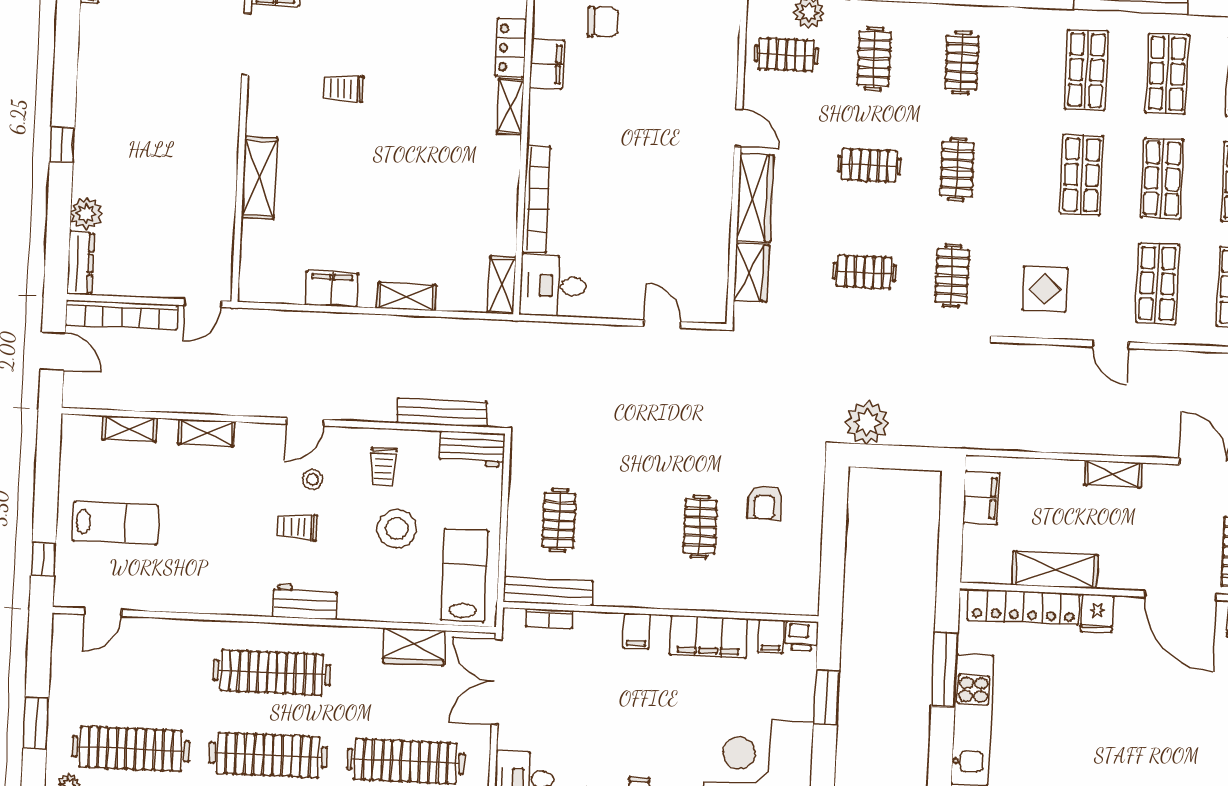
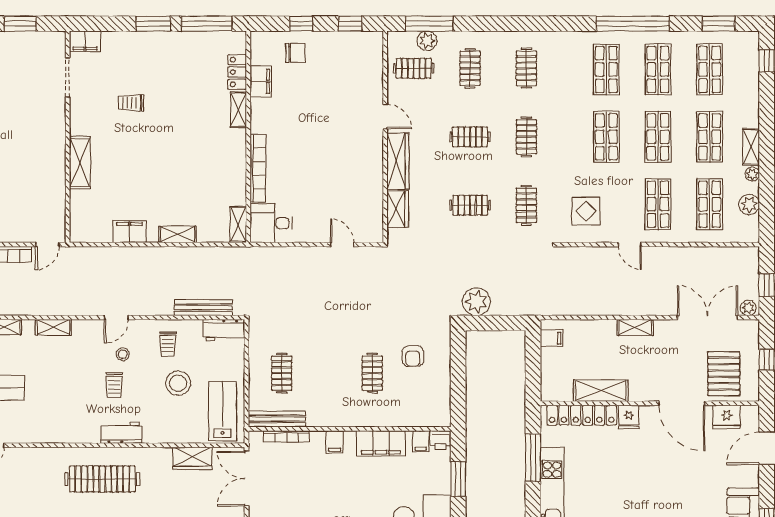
filing cabinet: (981, 498) -> (551, 338), width x0.50
trolley: (297, 527) -> (114, 385), turned -90
bookcase: (549, 619) -> (286, 436), width x1.56

